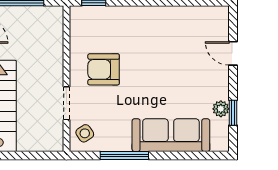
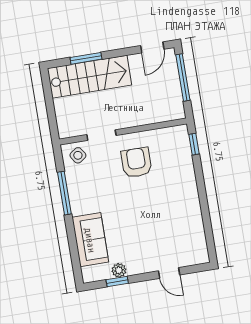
door: (233, 53) -> (169, 273), swing flipped
sofa: (171, 135) -> (90, 240), width x0.73

